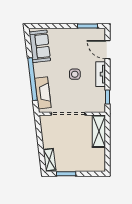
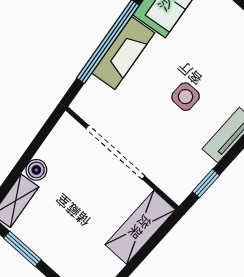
fireplace: (43, 93) -> (123, 53), moved
boiler: (47, 143) -> (36, 170), added

